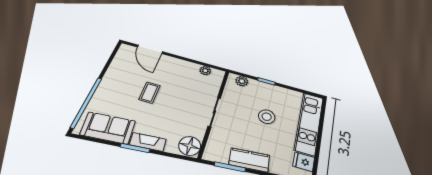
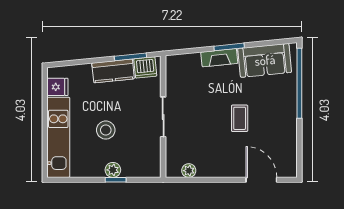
plant: (242, 81) -> (113, 170), moved
floor lamp: (190, 146) -> (177, 67), removed
dishwasher: (219, 154) -> (145, 67), added

